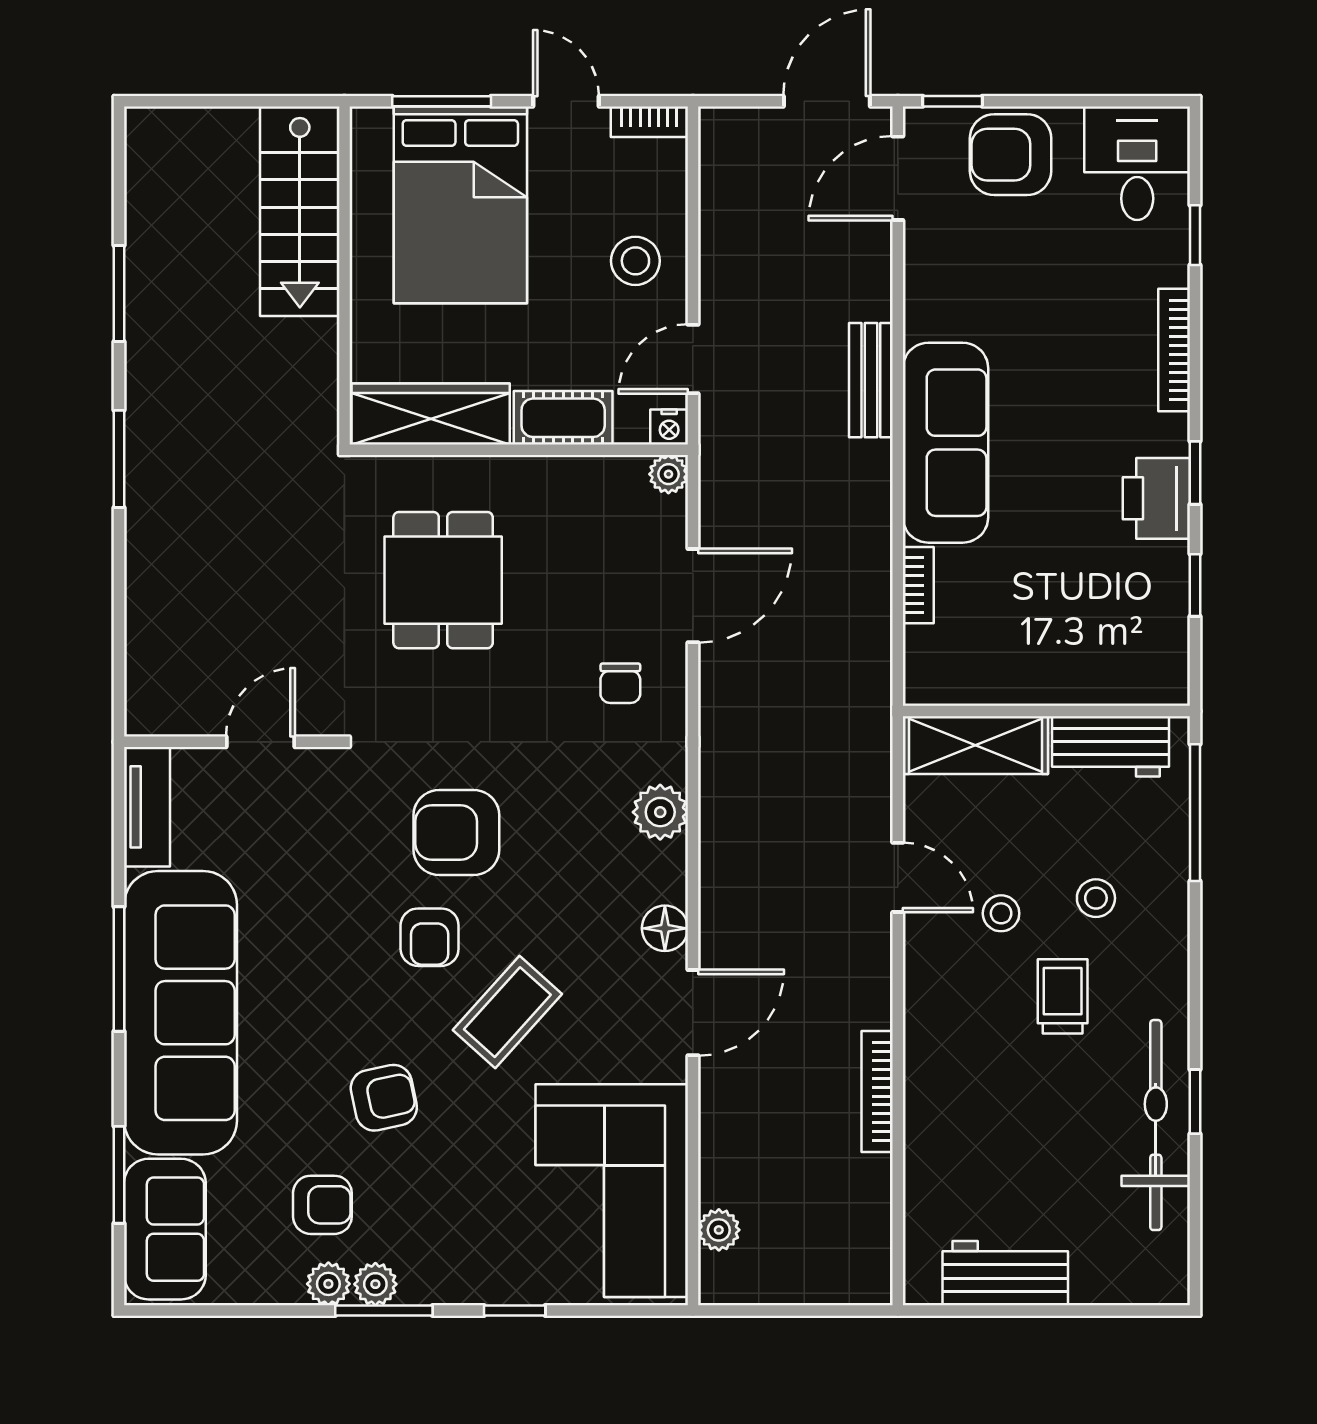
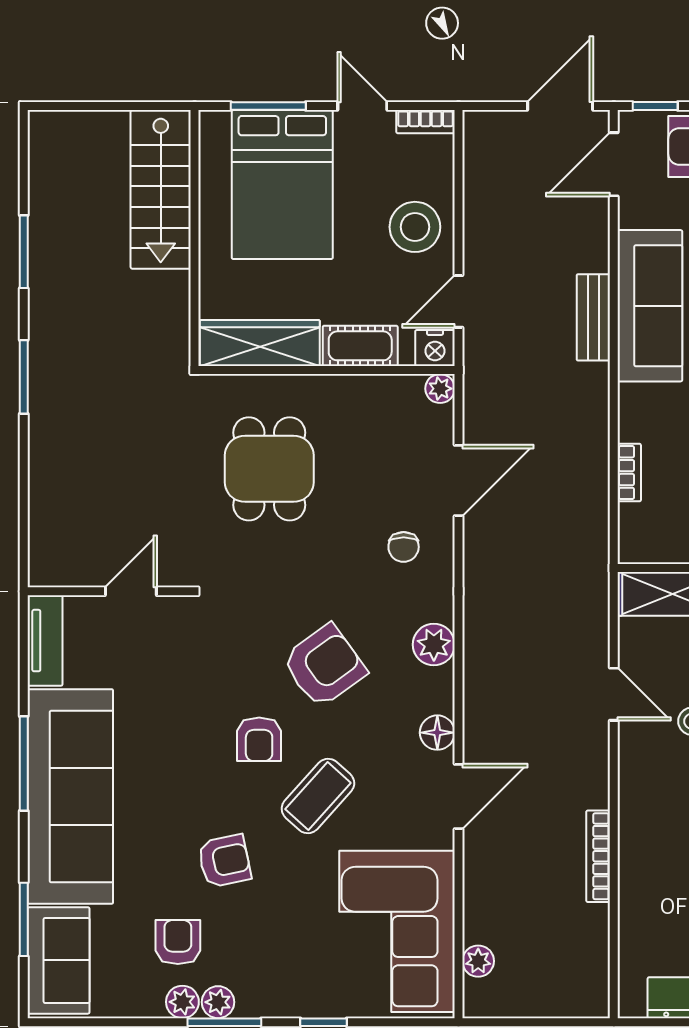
stool: (635, 261) -> (415, 227), width x1.38, depth x1.38
nightstand: (669, 427) -> (435, 348), width x1.39, depth x1.35
sofa: (946, 443) -> (650, 306), moved
armchair: (456, 832) -> (324, 666), moved, turned 144
armchair: (322, 1205) -> (178, 942), turned -90

